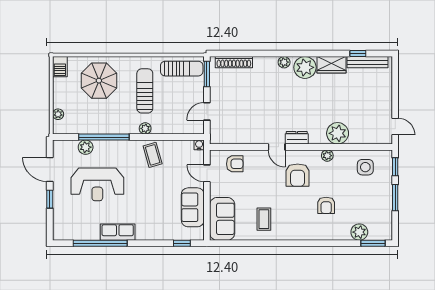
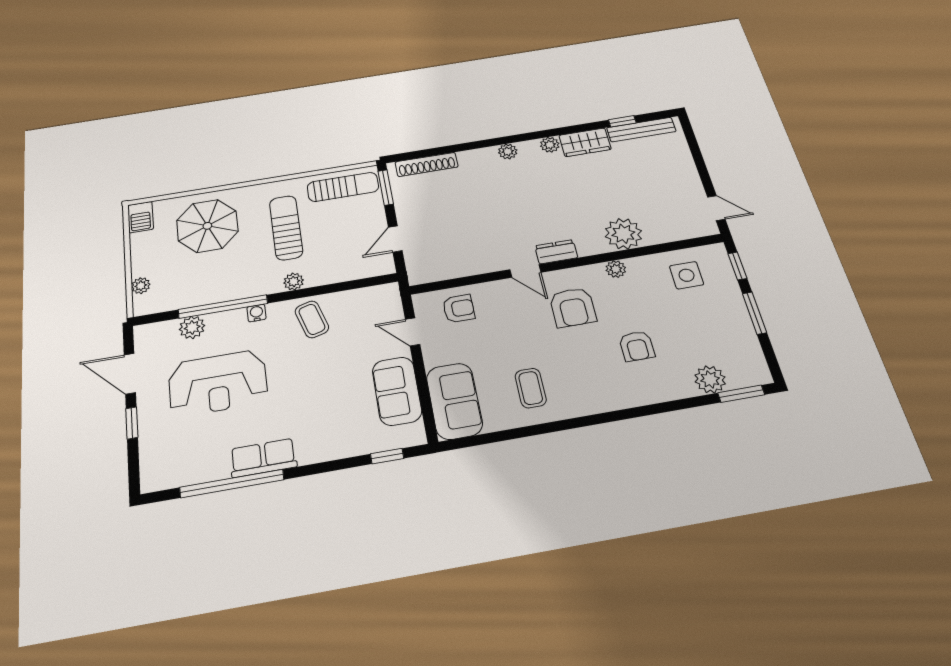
plant: (305, 67) -> (550, 145), width x0.53, depth x0.53
water cooler: (199, 145) -> (256, 313), moved

